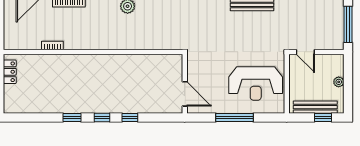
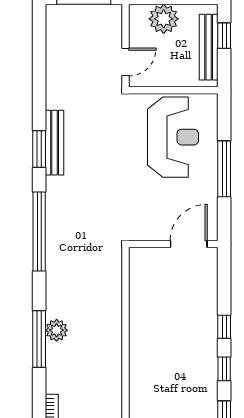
plant: (339, 82) -> (164, 19), width x1.87, depth x1.87

